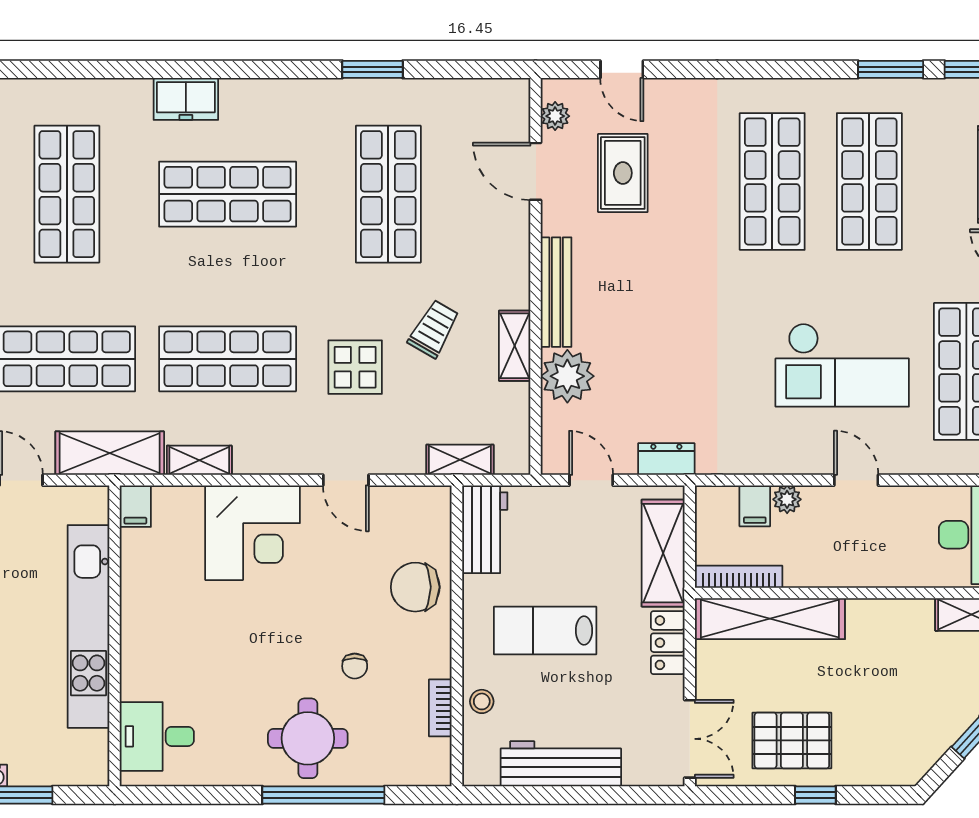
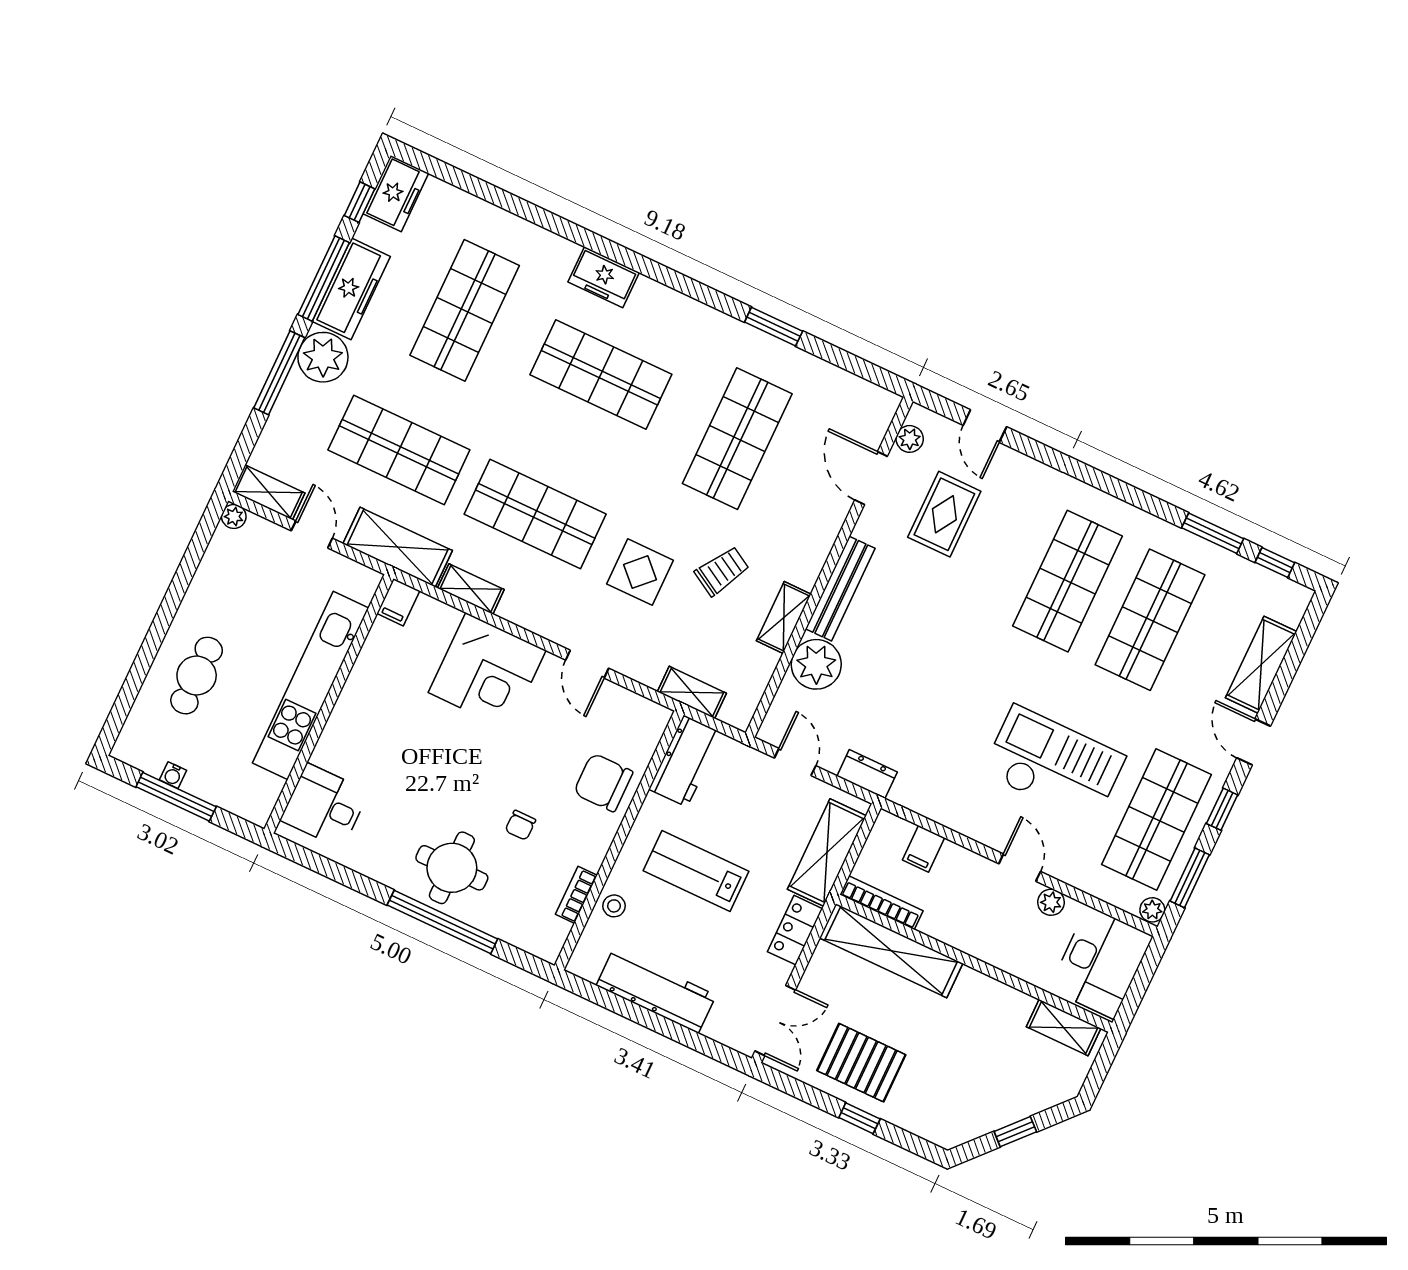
checkout: (842, 365) -> (1054, 765), turned 180
plant: (787, 499) -> (1051, 902), moved

